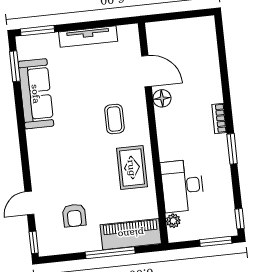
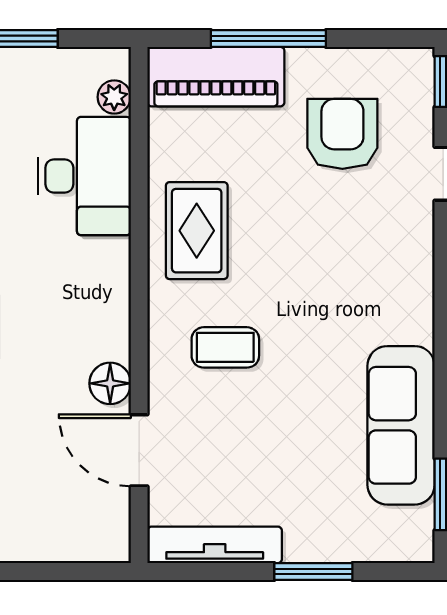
window: (38, 31) -> (313, 571), moved
tv unit: (88, 37) -> (215, 545), moved
coffee table: (114, 119) -> (225, 347), turned 90
armchair: (74, 215) -> (342, 134), width x1.38, depth x1.38

